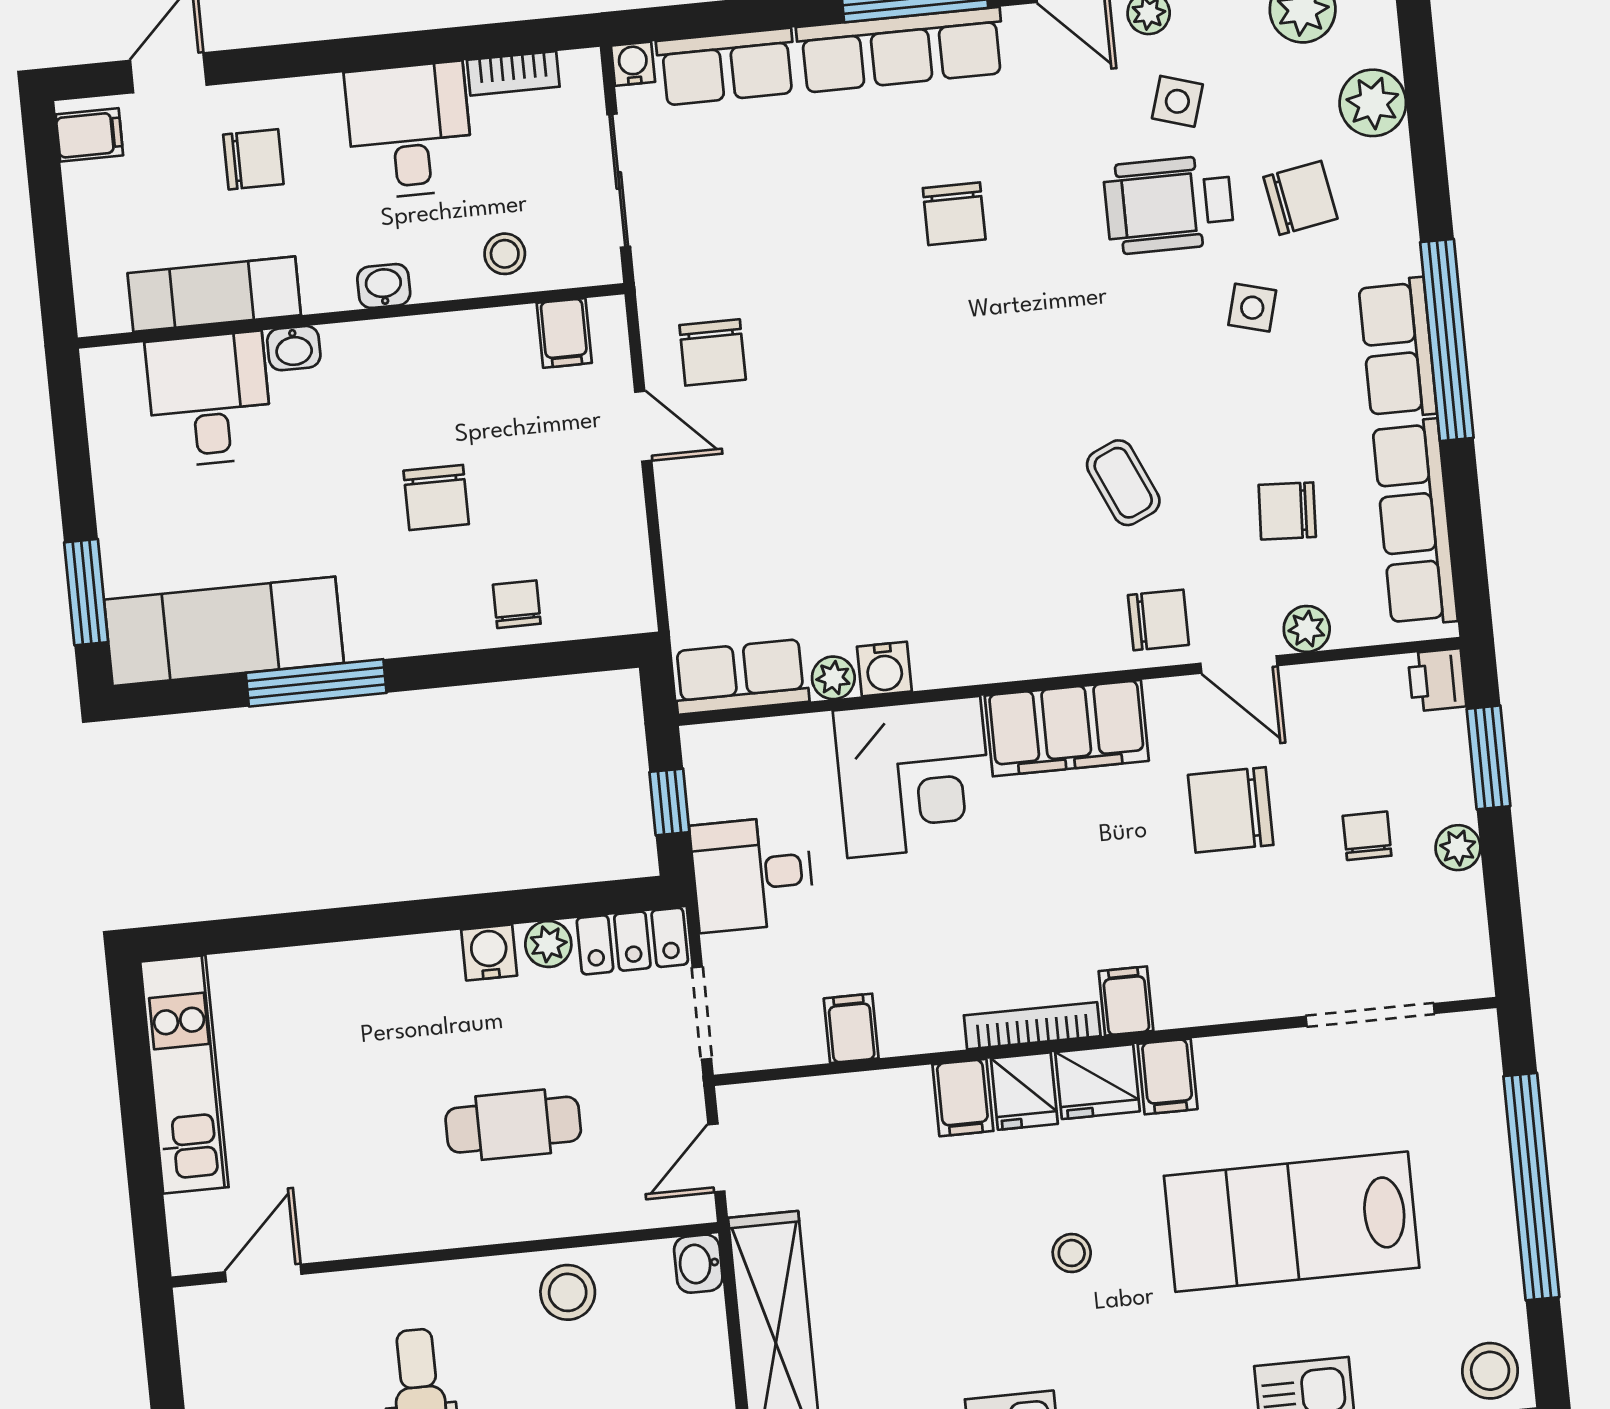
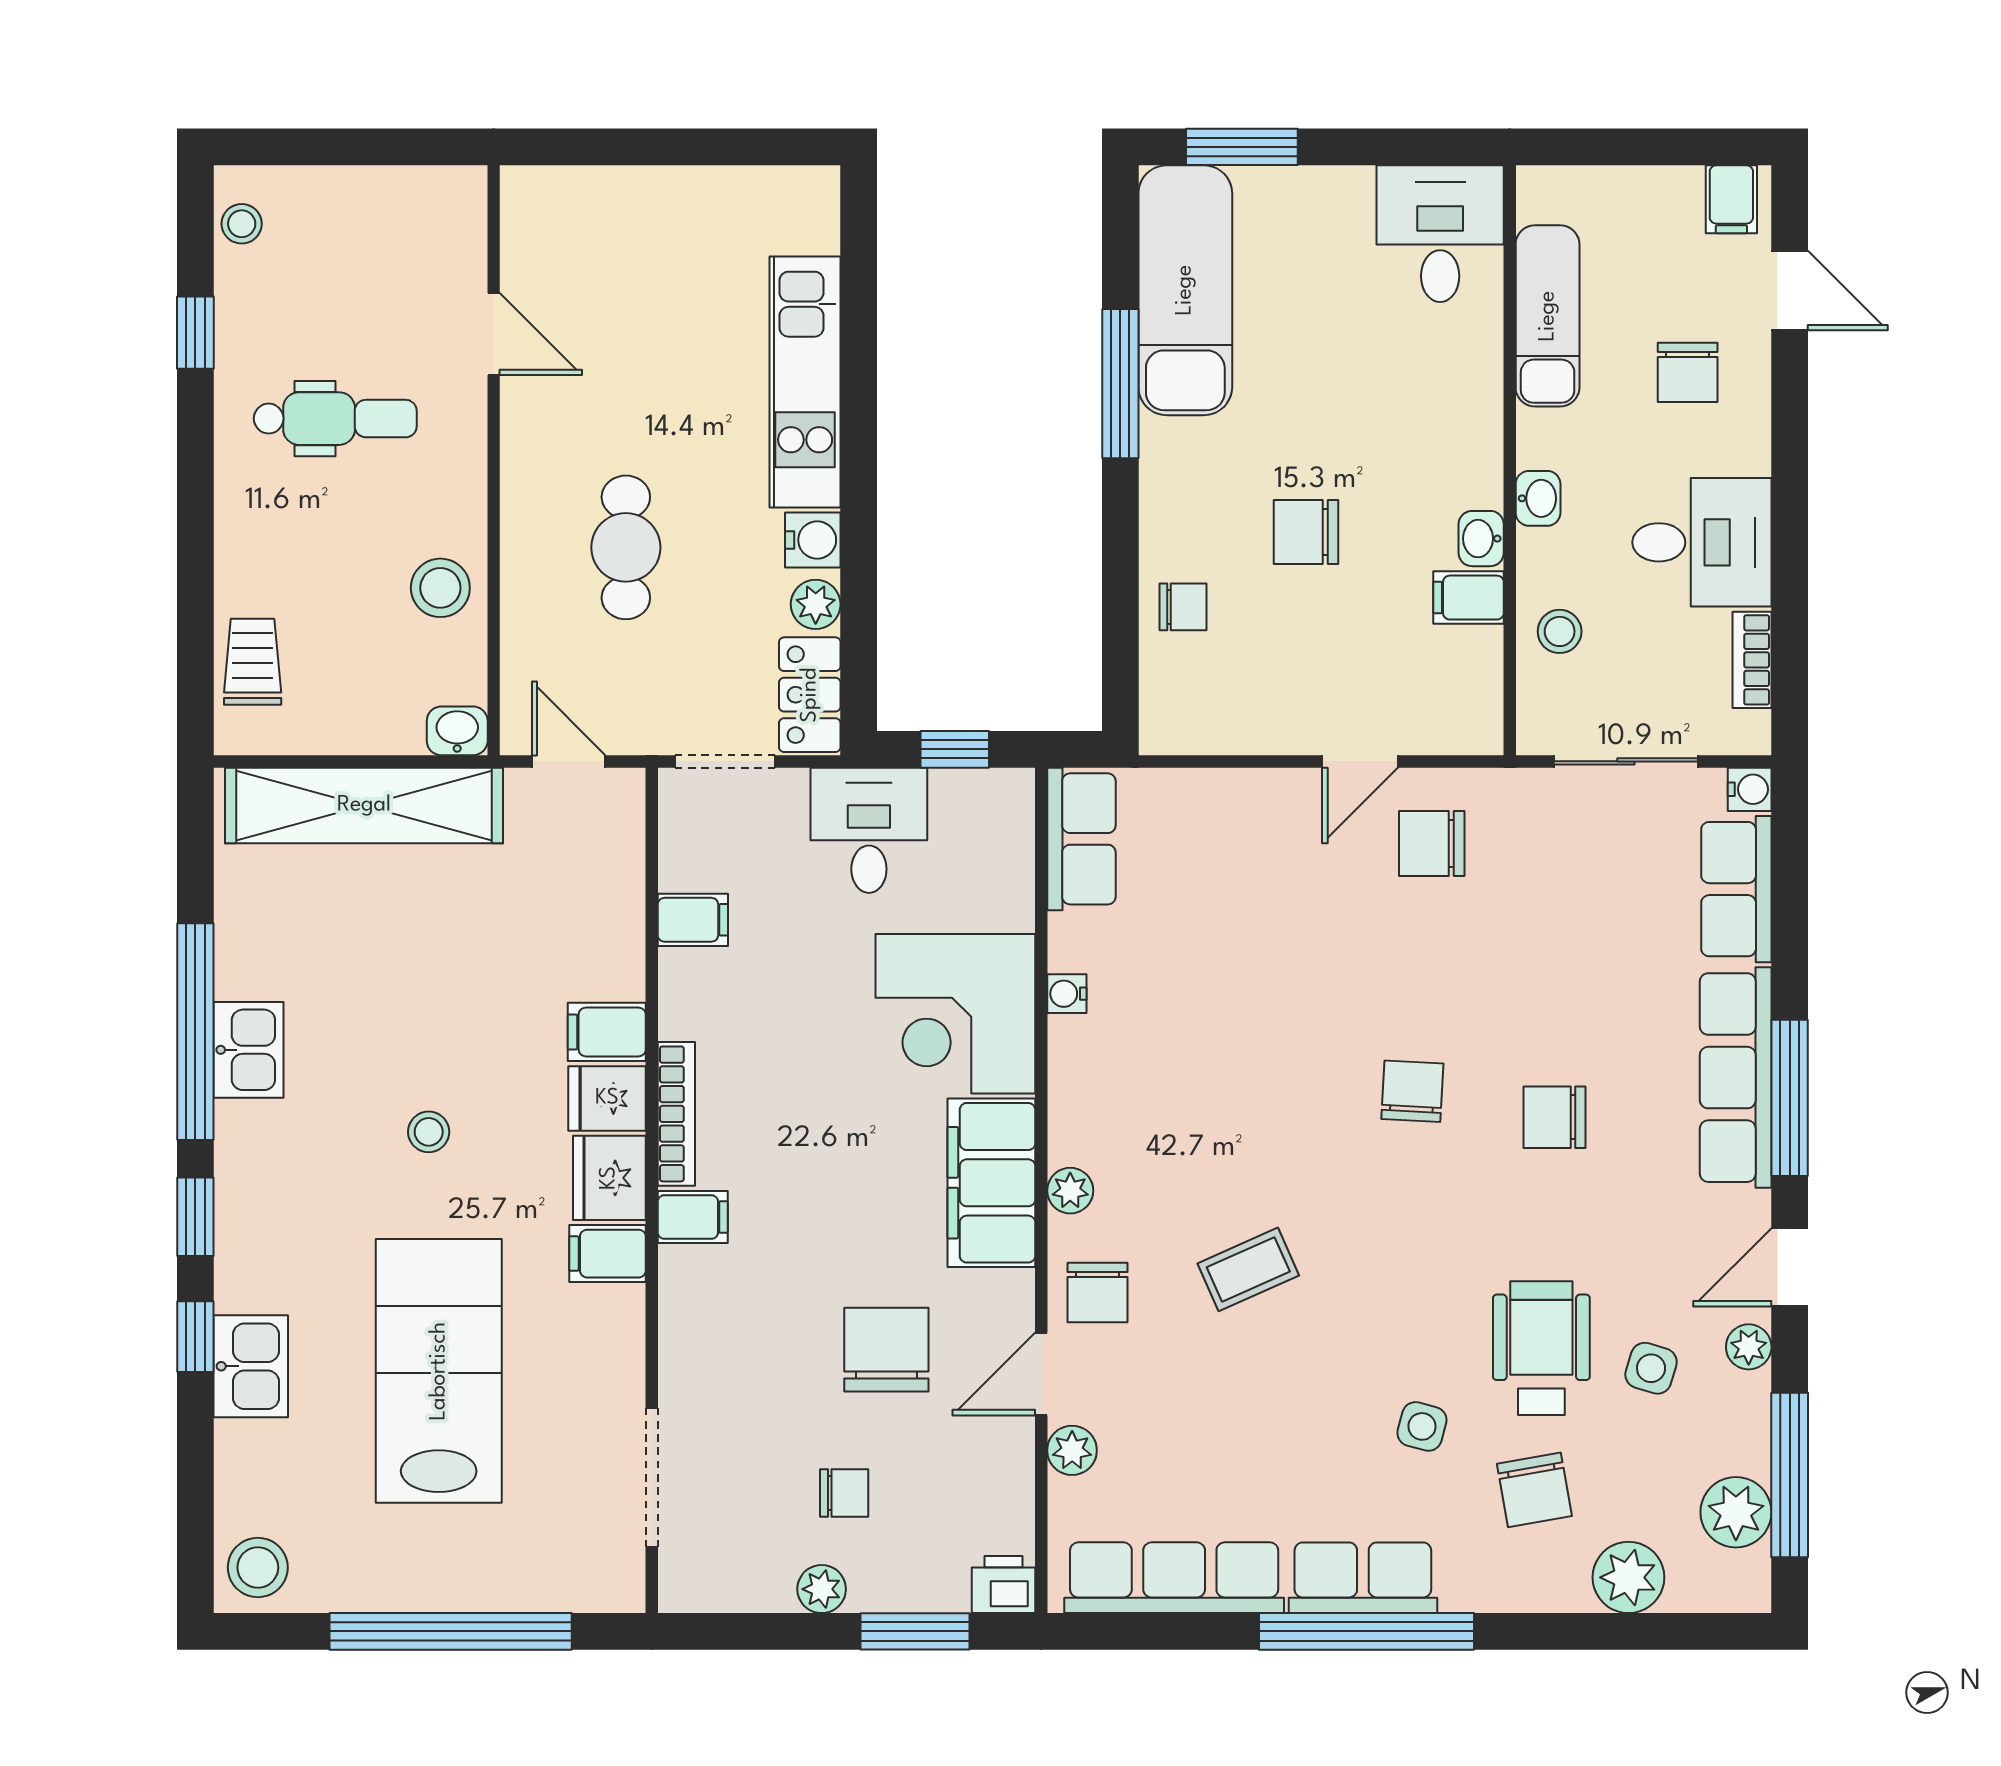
filing cabinet: (564, 333) -> (1468, 598), moved
washbasin: (294, 348) -> (1481, 539), moved
desk: (209, 399) -> (1440, 234), moved, turned -90
chair: (1287, 511) -> (1412, 1091), moved
water cooler: (884, 669) -> (1067, 994), width x0.72, depth x0.72
plant: (833, 678) -> (1070, 1191), moved
kitchen unit: (184, 1074) -> (805, 382), moved, turned 90
door: (263, 1273) -> (494, 334), moved

